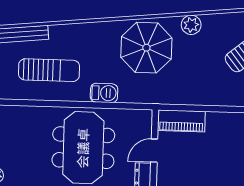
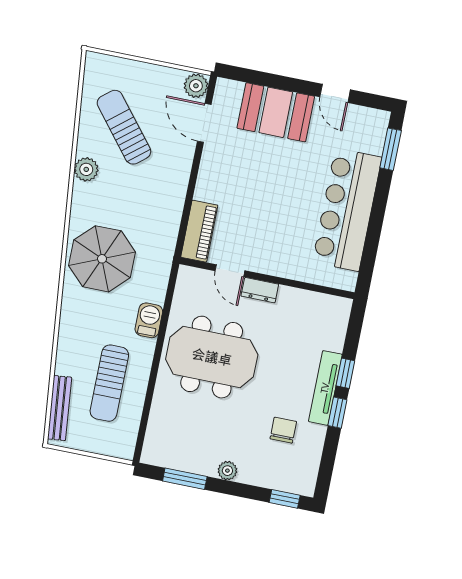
plant: (191, 25) -> (86, 169), moved
sun lounger: (49, 70) -> (109, 383), turned 180

